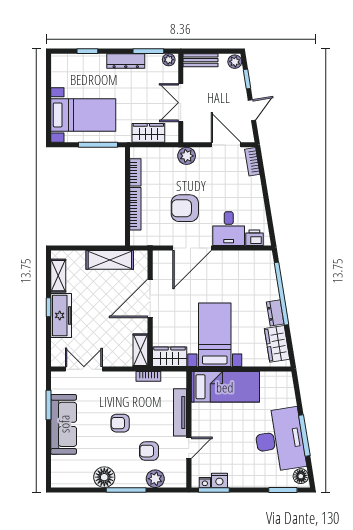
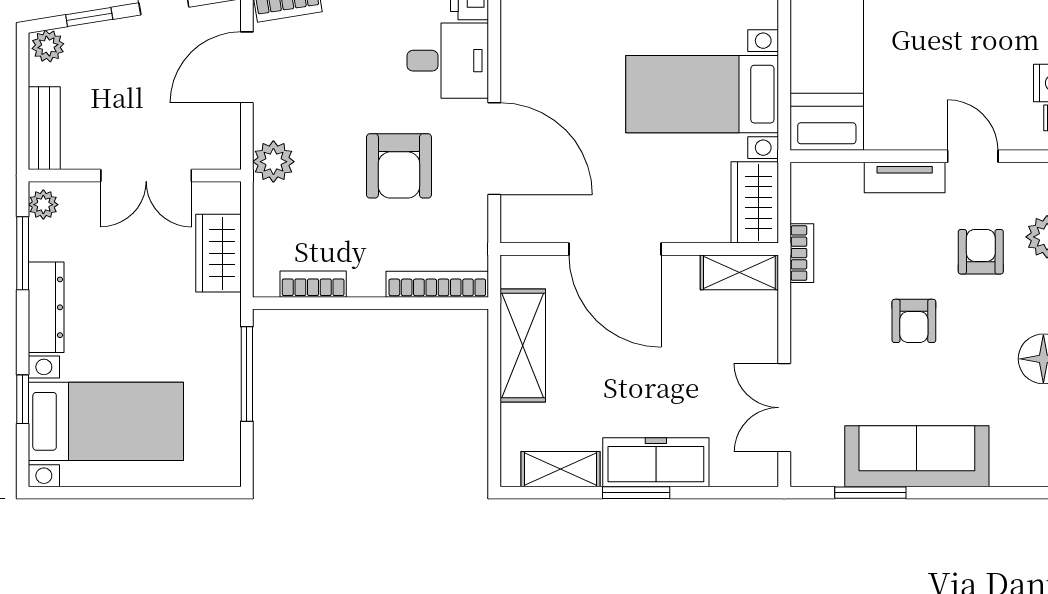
bed with nightstands: (83, 115) -> (106, 421), moved, turned 90
bookcase: (135, 209) -> (437, 284), moved
window: (48, 307) -> (636, 493), width x1.50
tv unit: (180, 412) -> (905, 177), width x0.71
armchair: (149, 451) -> (981, 252), turned 180

